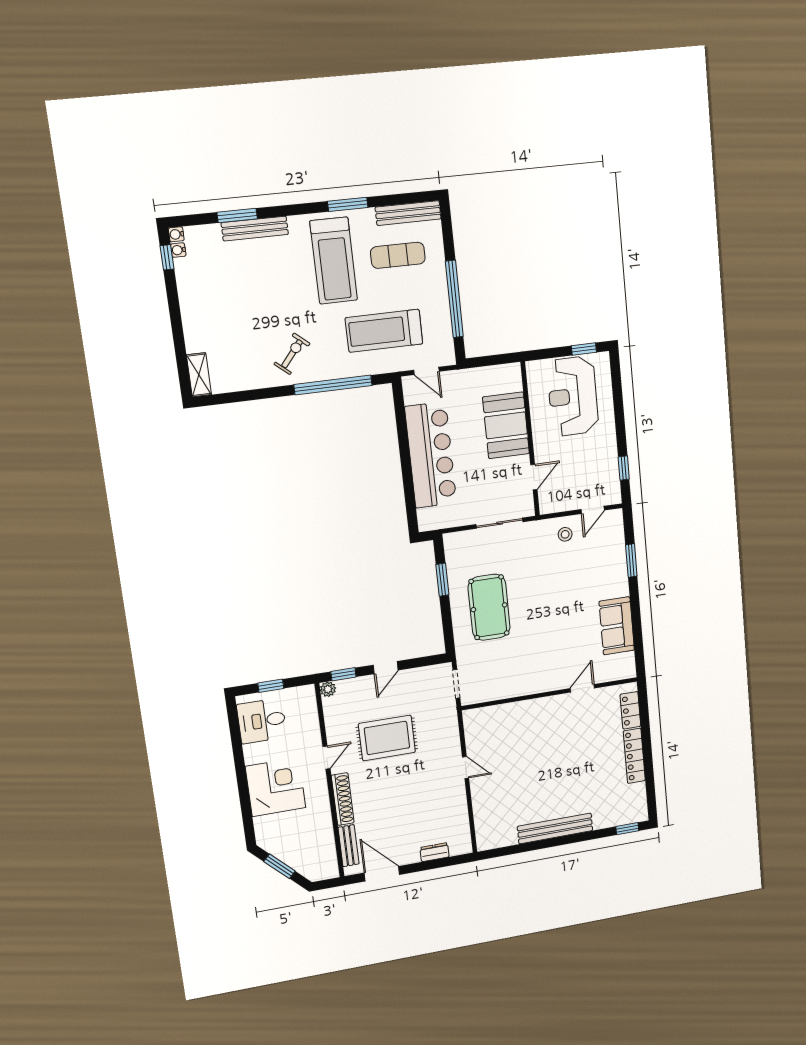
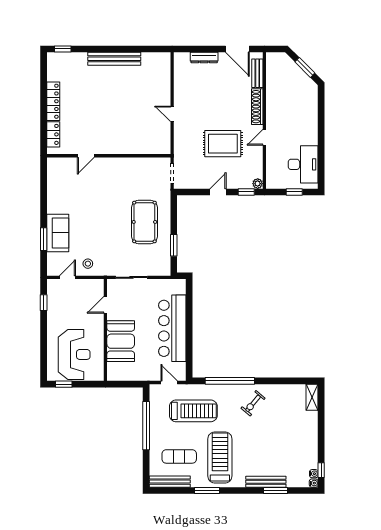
sofa: (617, 626) -> (58, 233), moved
desk: (262, 721) -> (303, 164), width x1.37
corner desk: (276, 787) -> (300, 123), removed
dresser: (435, 852) -> (204, 58), width x1.44

